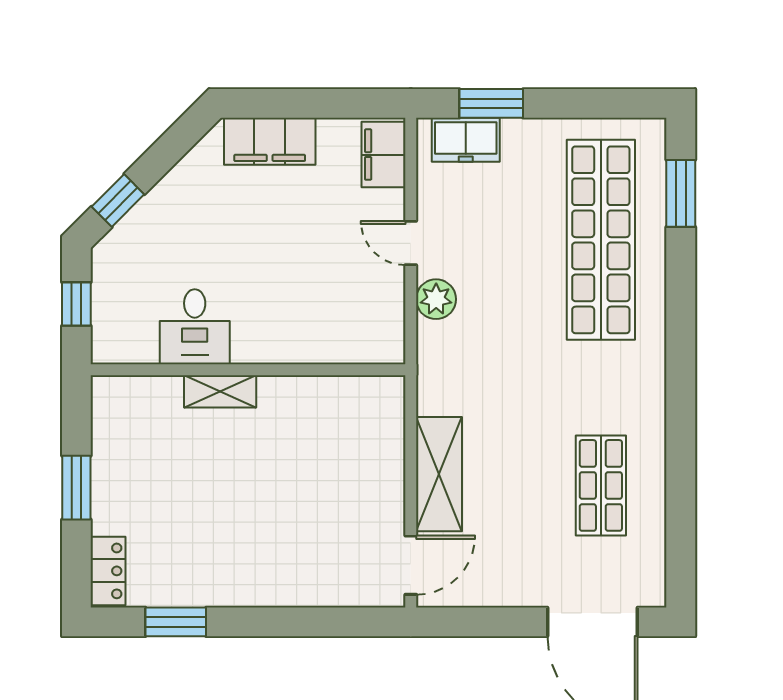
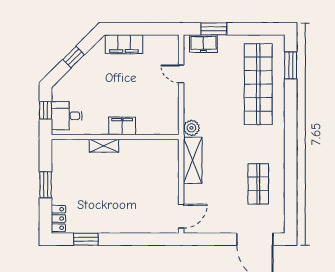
filing cabinet: (383, 155) -> (122, 126), moved, turned 90
window: (118, 200) -> (74, 57), moved
door: (411, 243) -> (181, 74), moved
plant: (436, 299) -> (191, 128), moved
desk: (195, 327) -> (67, 116), moved, turned 90
shelving: (439, 474) -> (193, 160), moved

